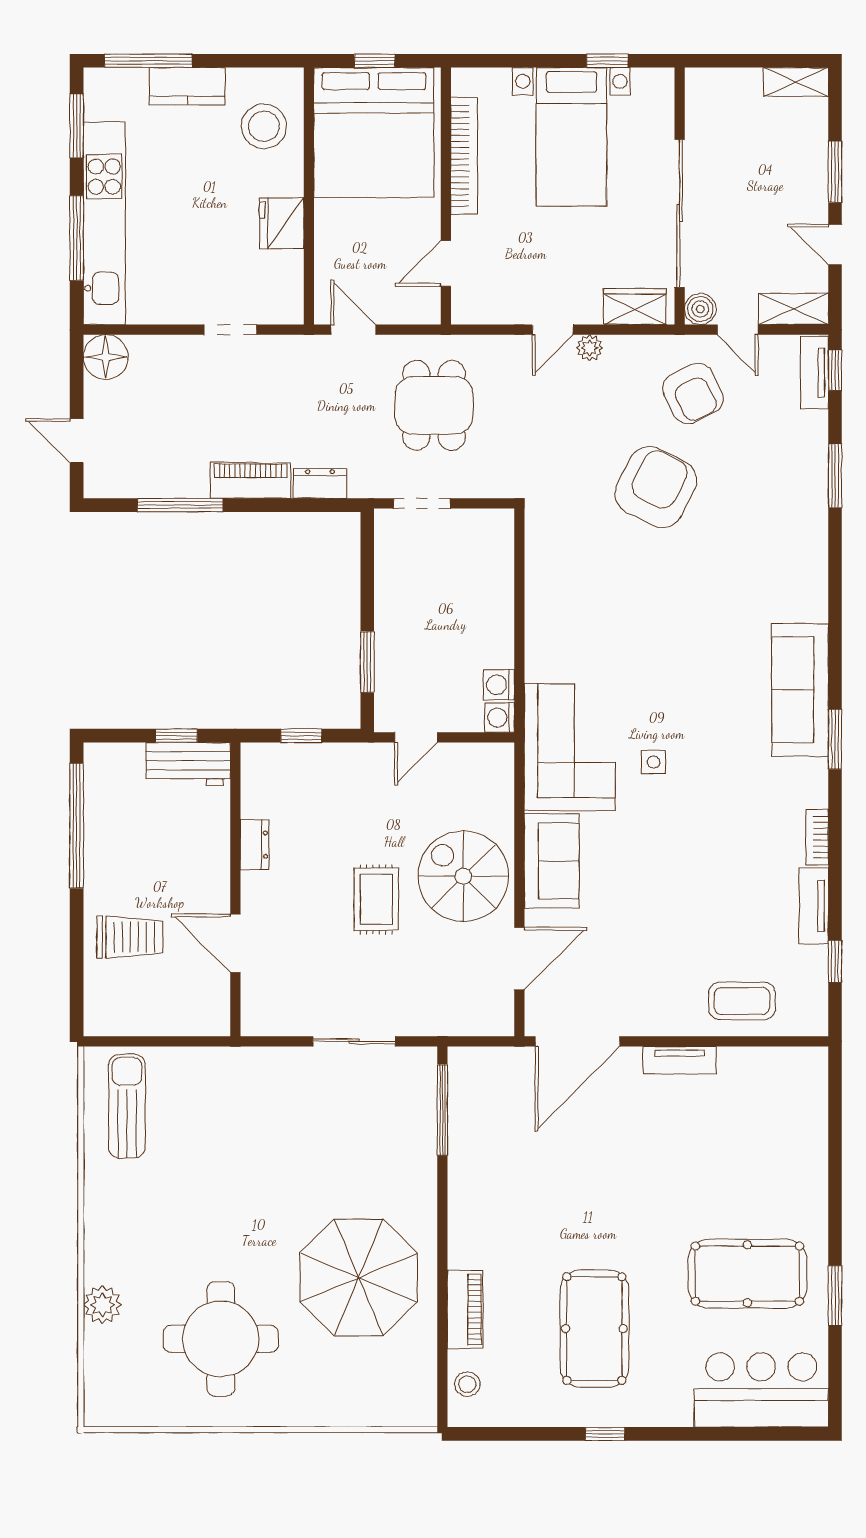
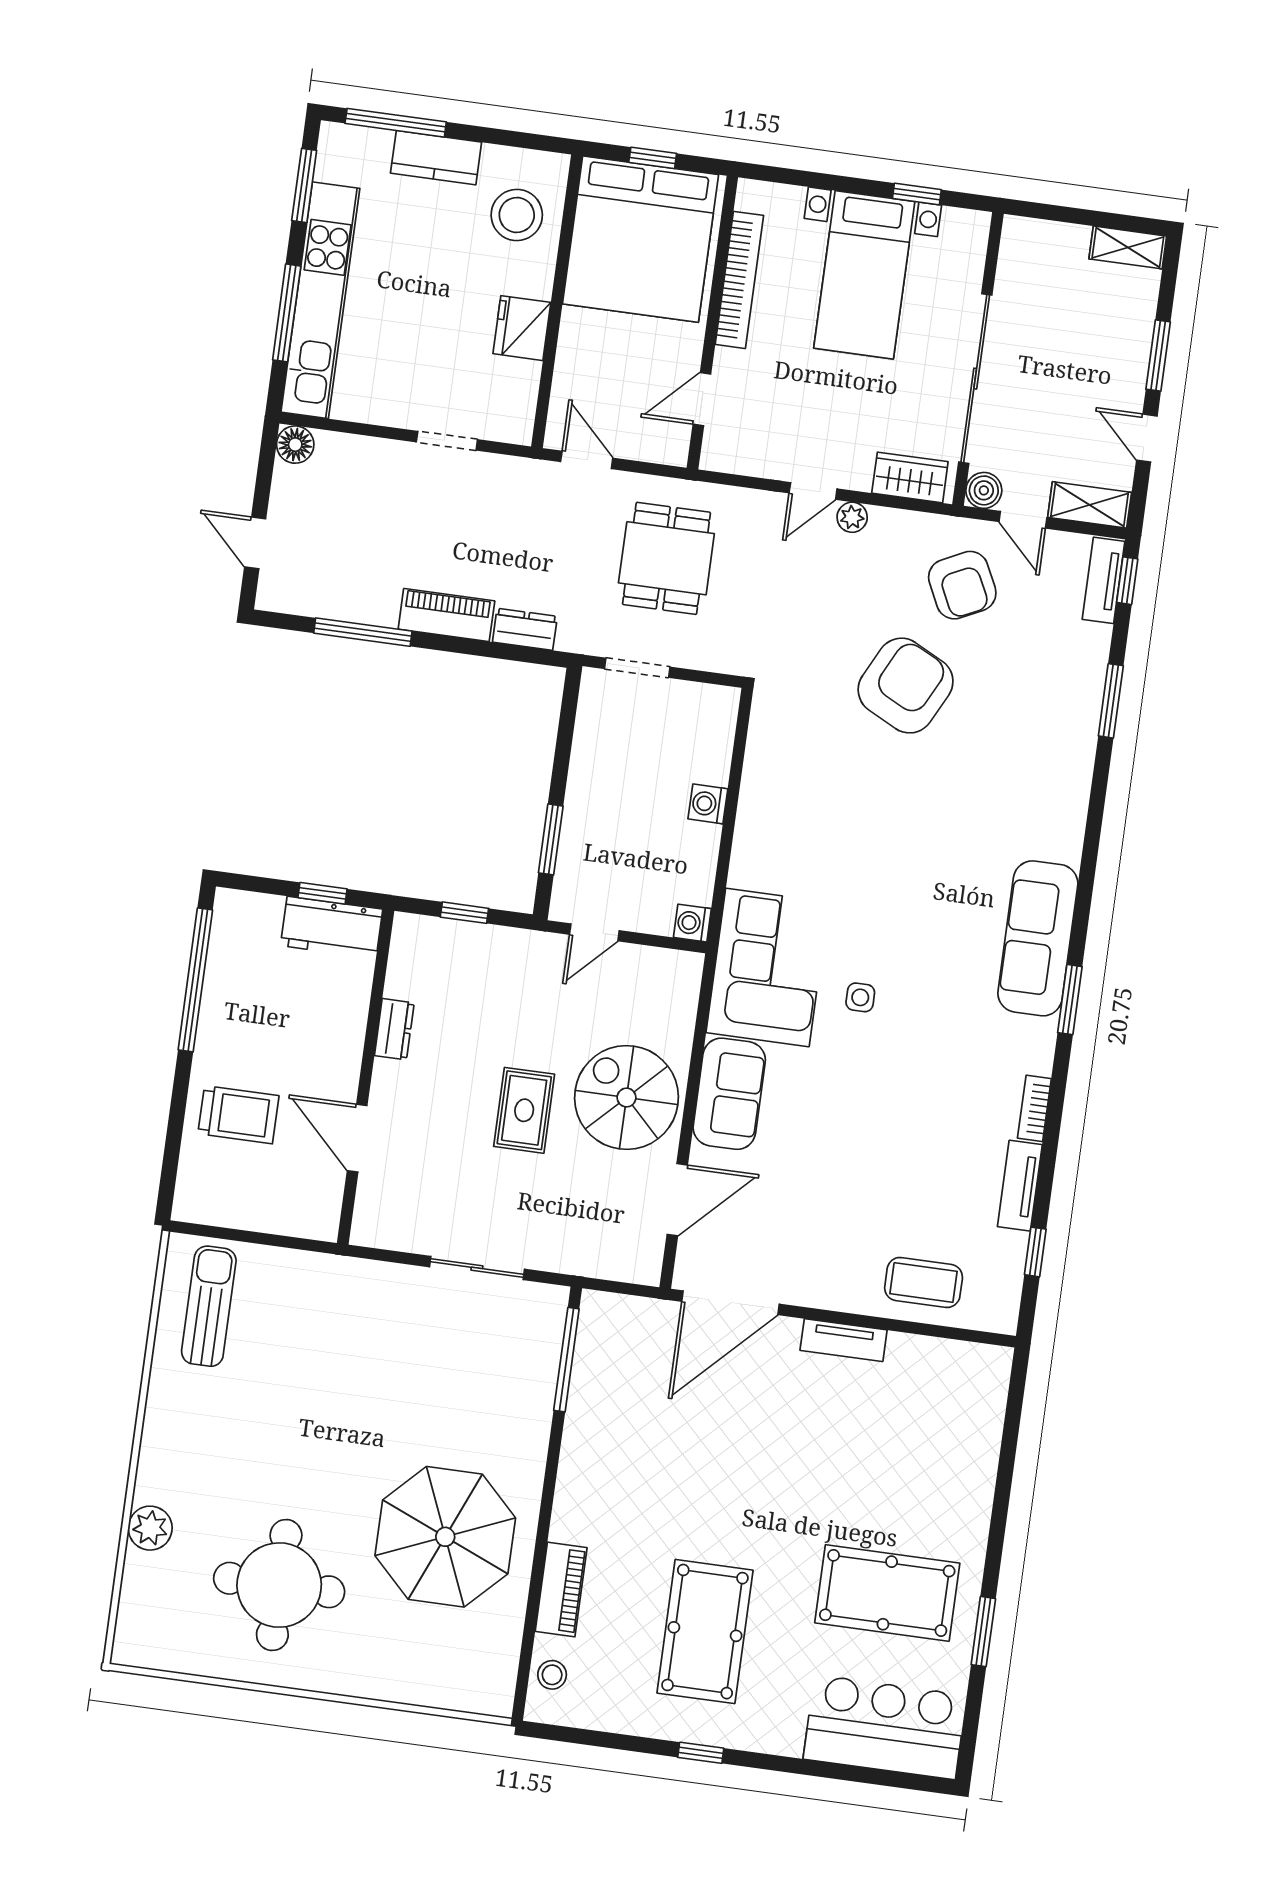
floor lamp: (106, 357) -> (295, 445), width x0.73, depth x0.73
washing machine: (499, 685) -> (708, 804), moved

